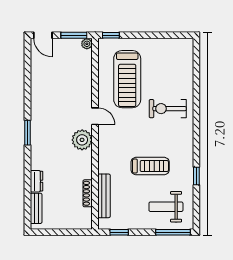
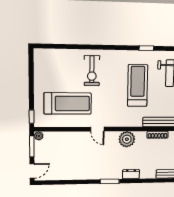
door: (95, 116) -> (97, 129), swing flipped
plant: (82, 140) -> (127, 139), moved
treadmill: (150, 166) -> (138, 85), width x1.37, depth x1.38
dresser: (36, 181) -> (131, 174), moved

